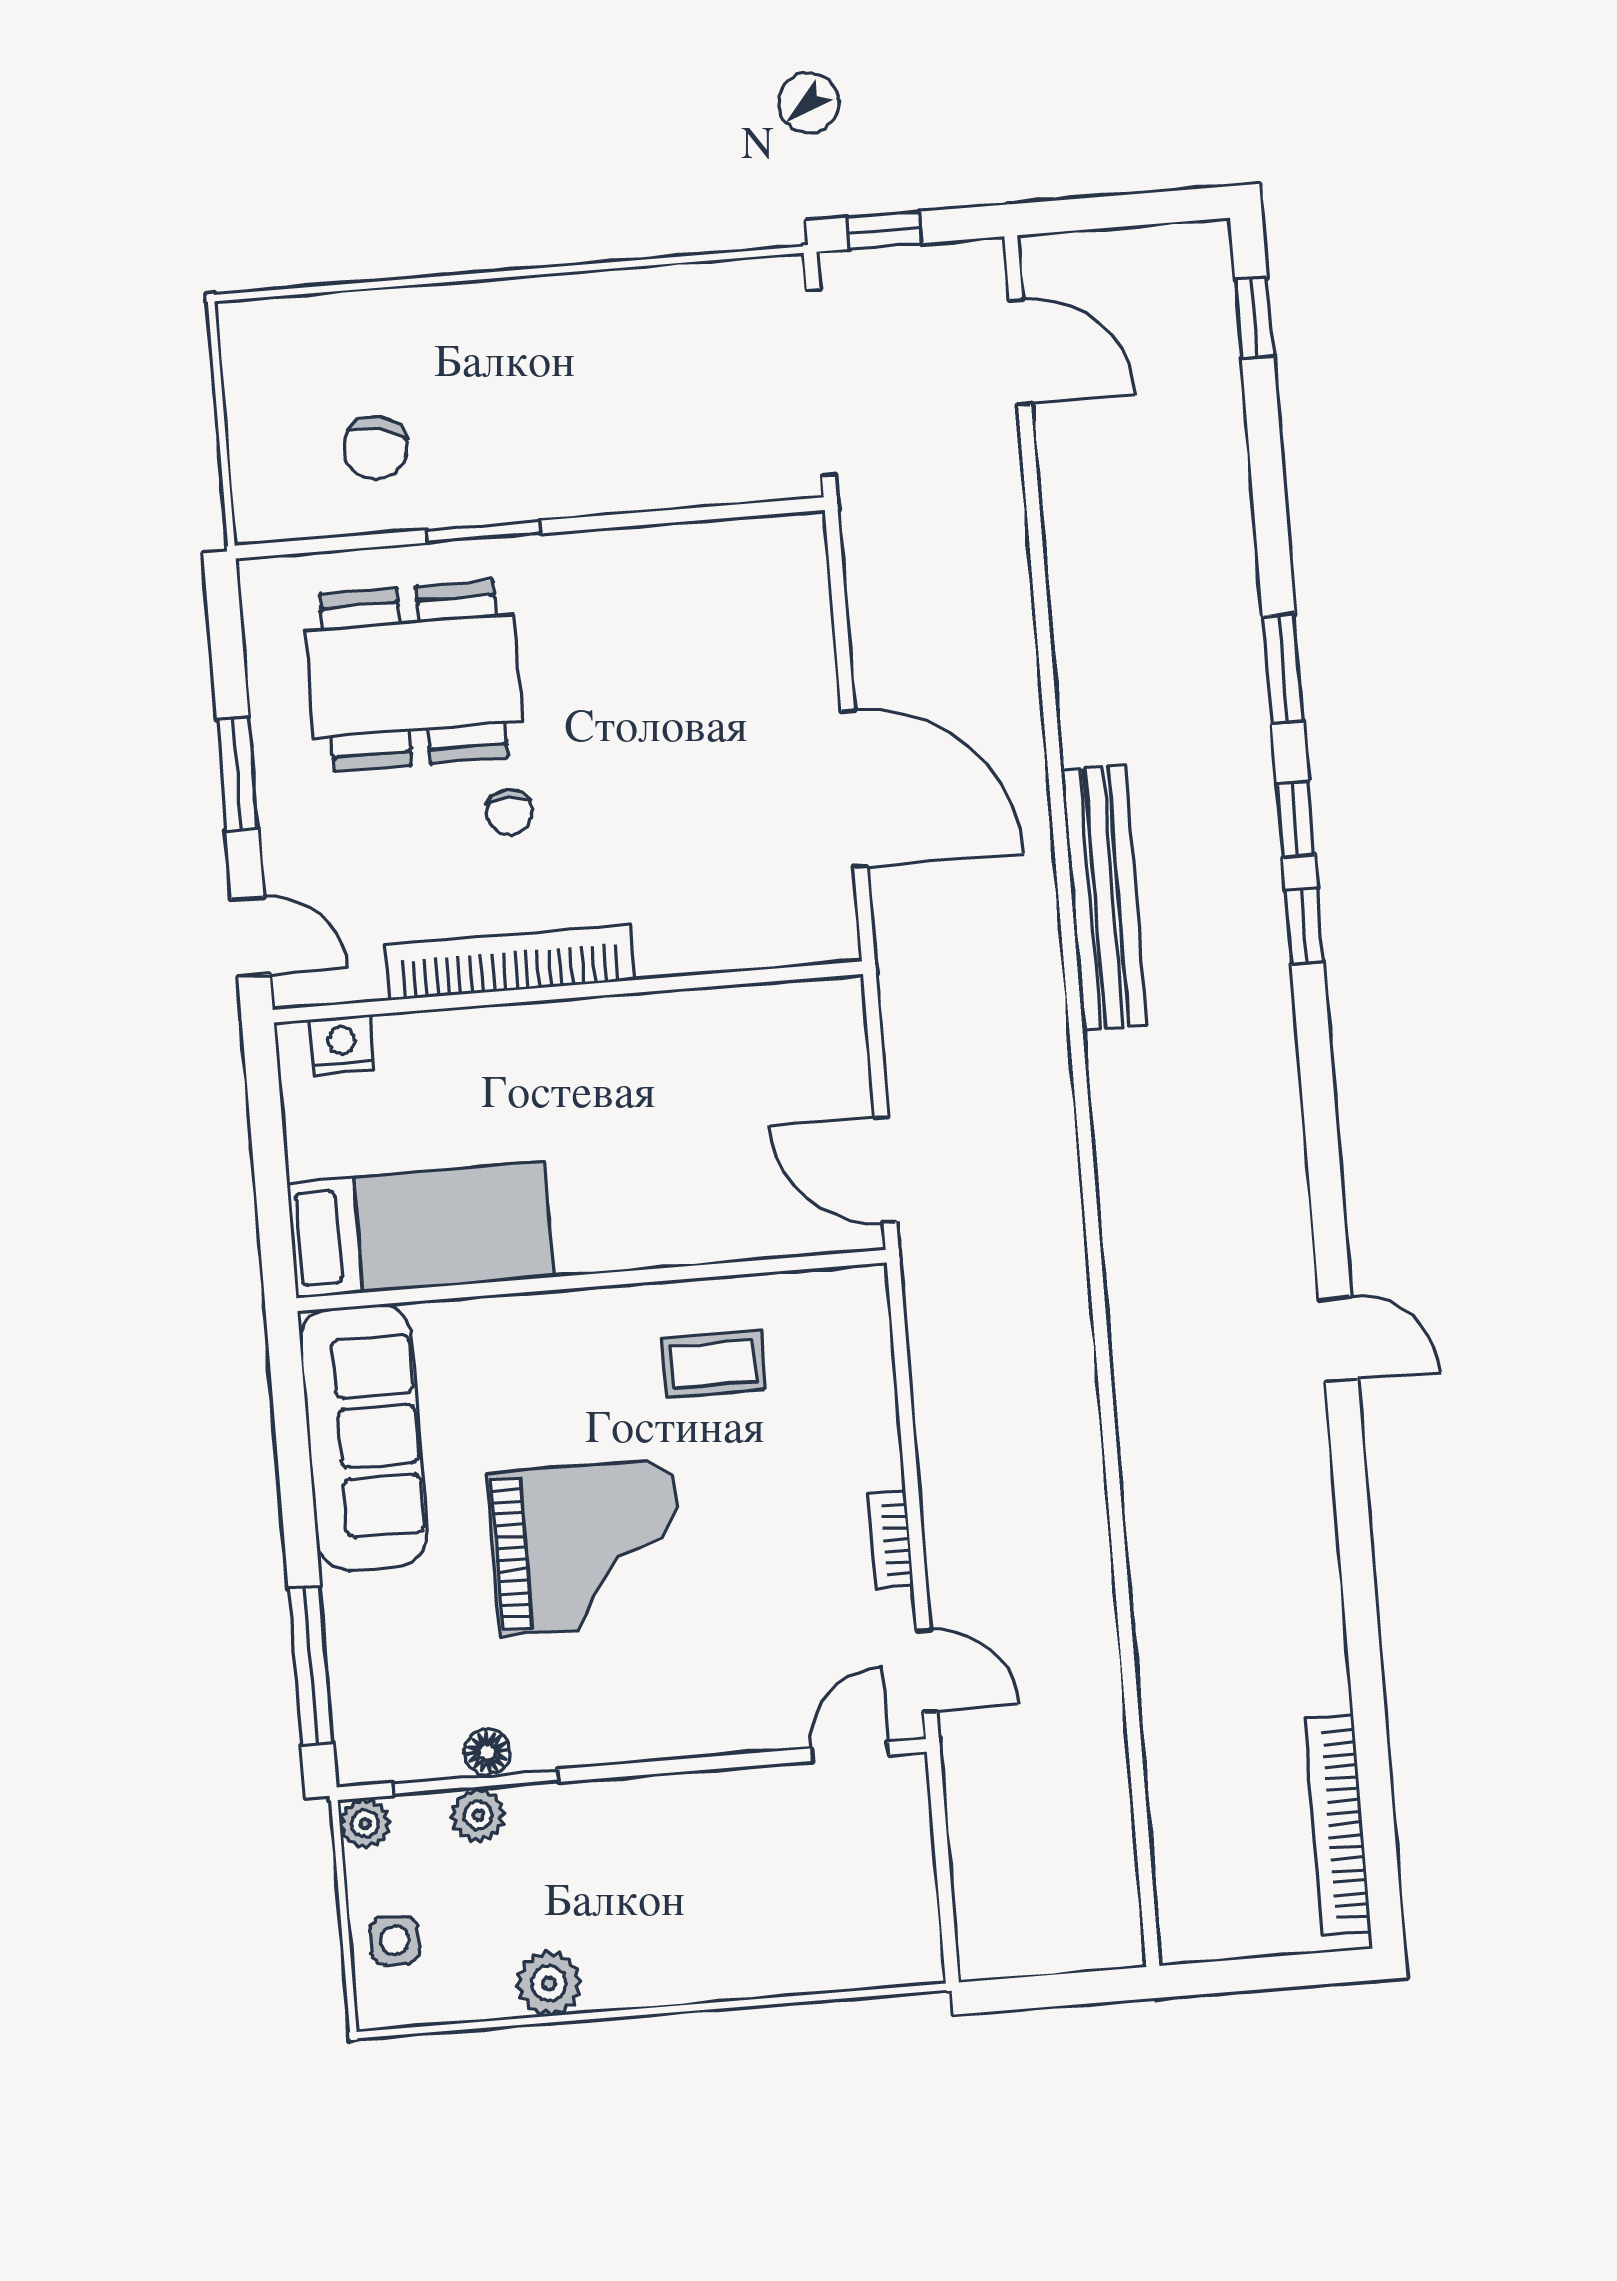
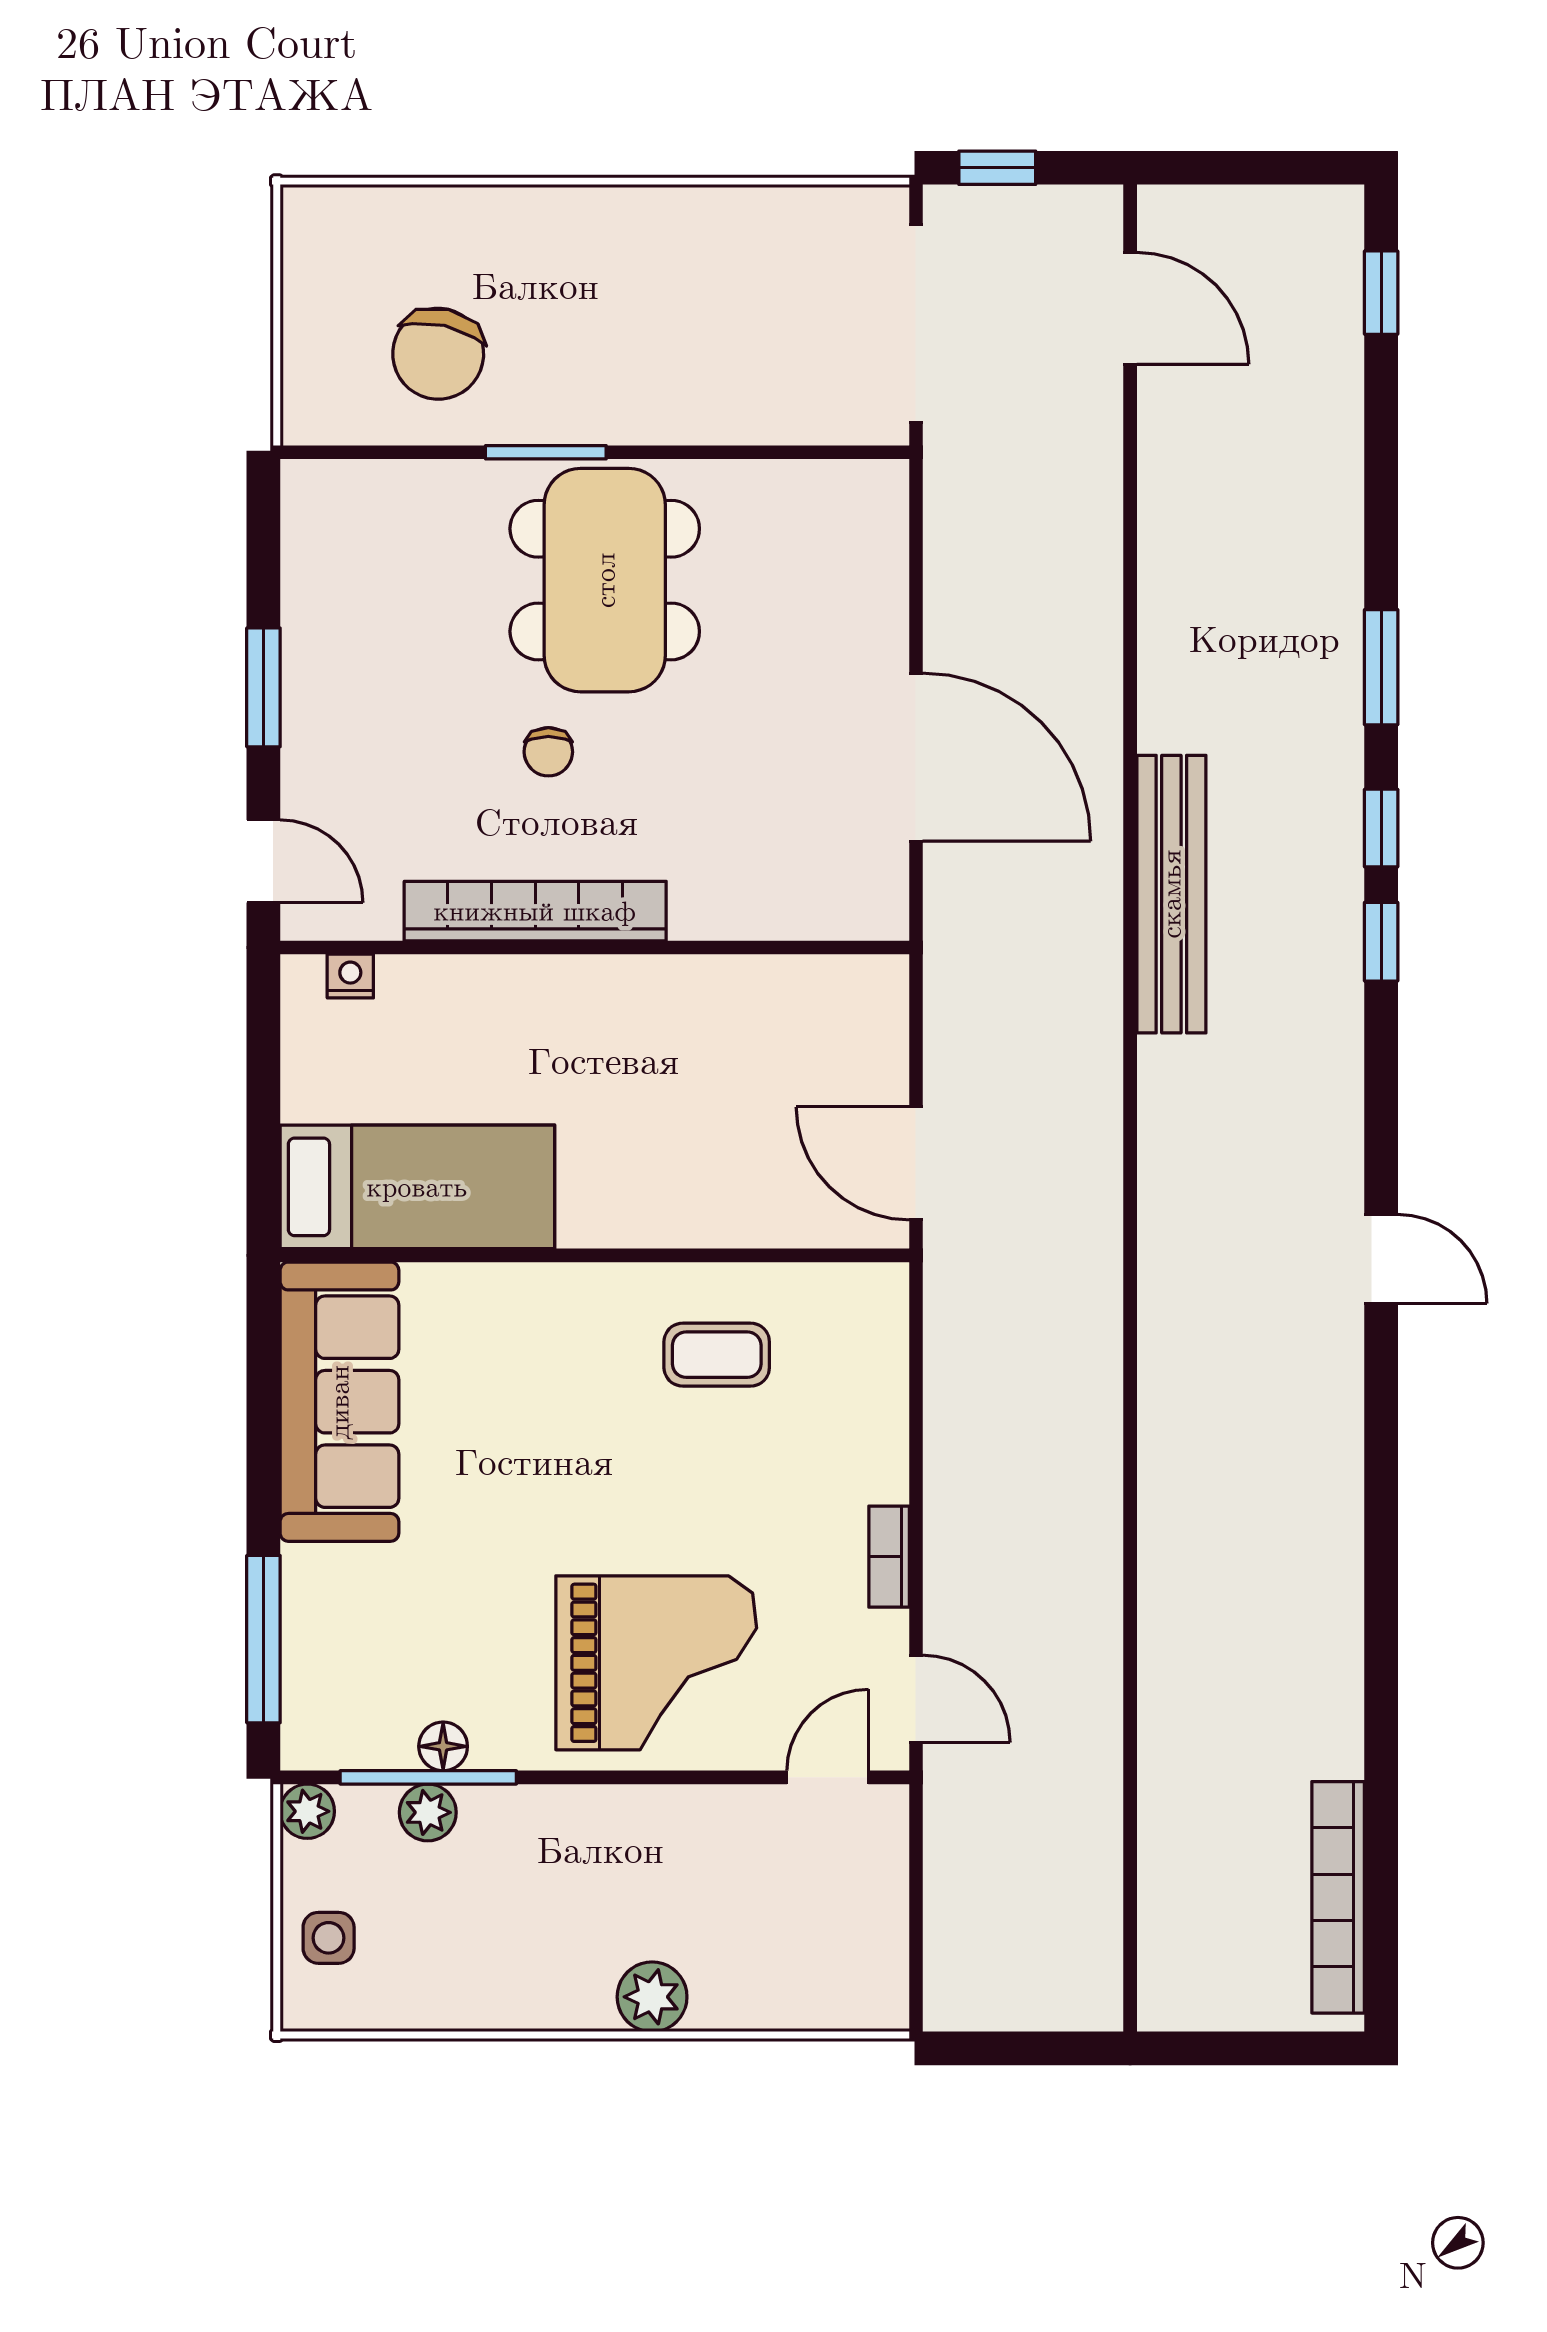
chair: (375, 448) -> (438, 354), width x1.37, depth x1.37
dining table: (414, 676) -> (605, 580), moved, turned 90
nightstand: (342, 1045) -> (350, 976), width x0.72, depth x0.74
door: (1338, 1339) -> (1381, 1259), moved
grand piano: (587, 1547) -> (656, 1663), moved
plant: (549, 1983) -> (652, 1997), moved

